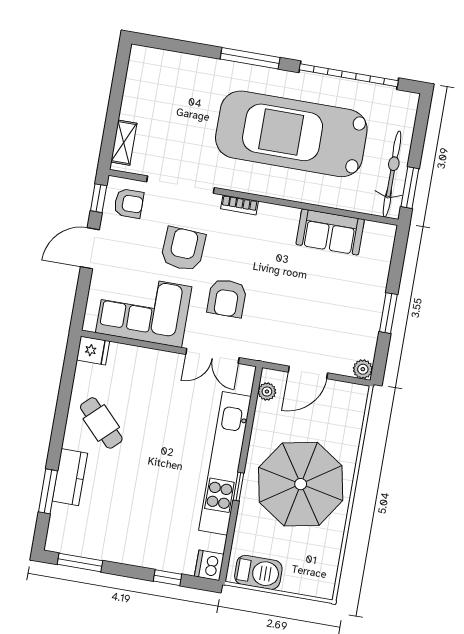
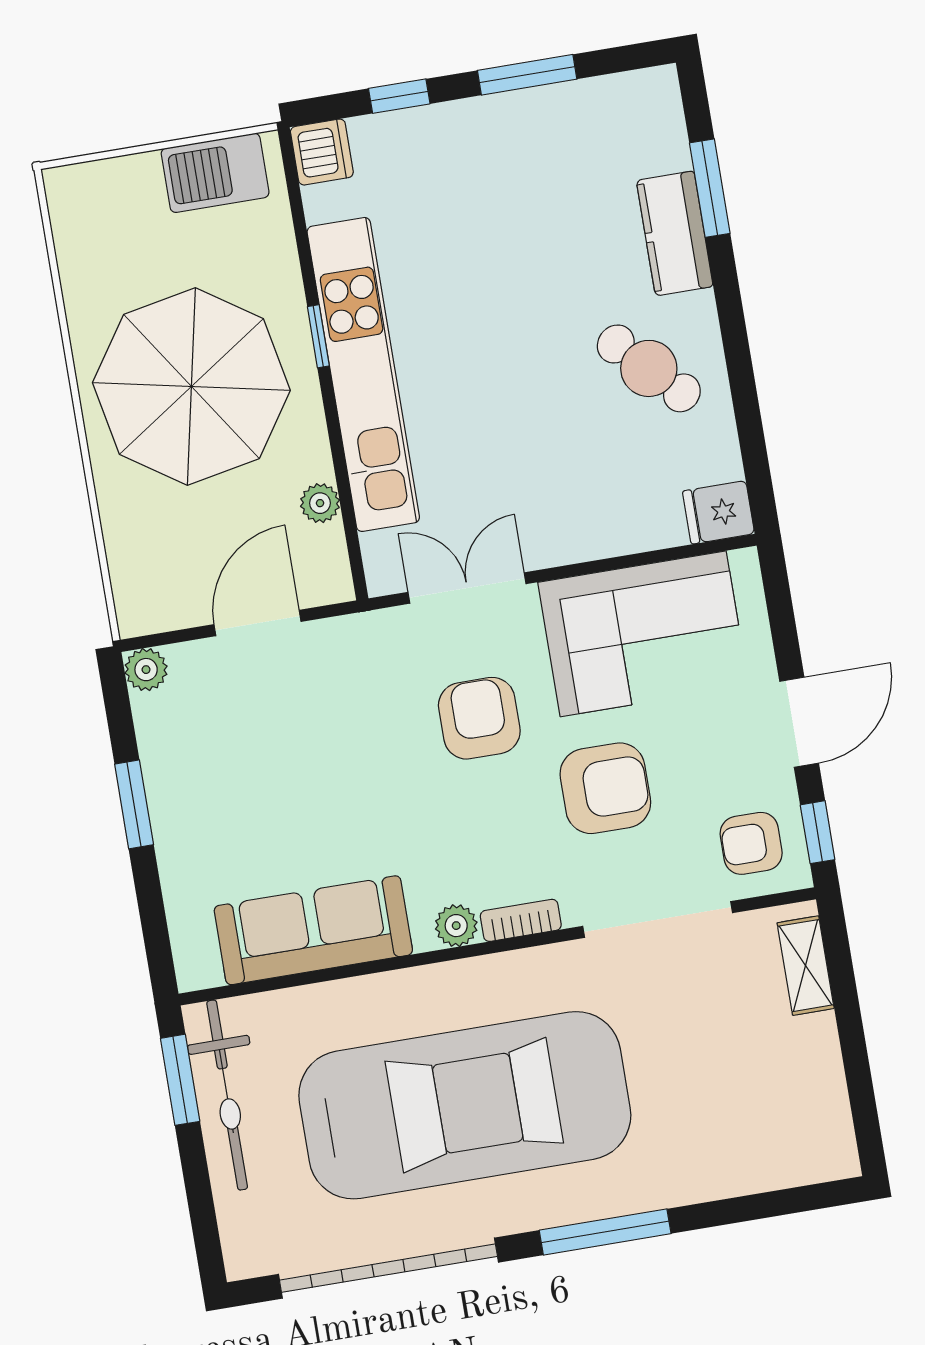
plant: (268, 212) -> (456, 926), added
sofa: (330, 232) -> (313, 930), width x1.36
armchair: (183, 249) -> (605, 788), turned -93
plant: (267, 392) -> (320, 503), moved
window: (80, 563) -> (527, 75), moved

